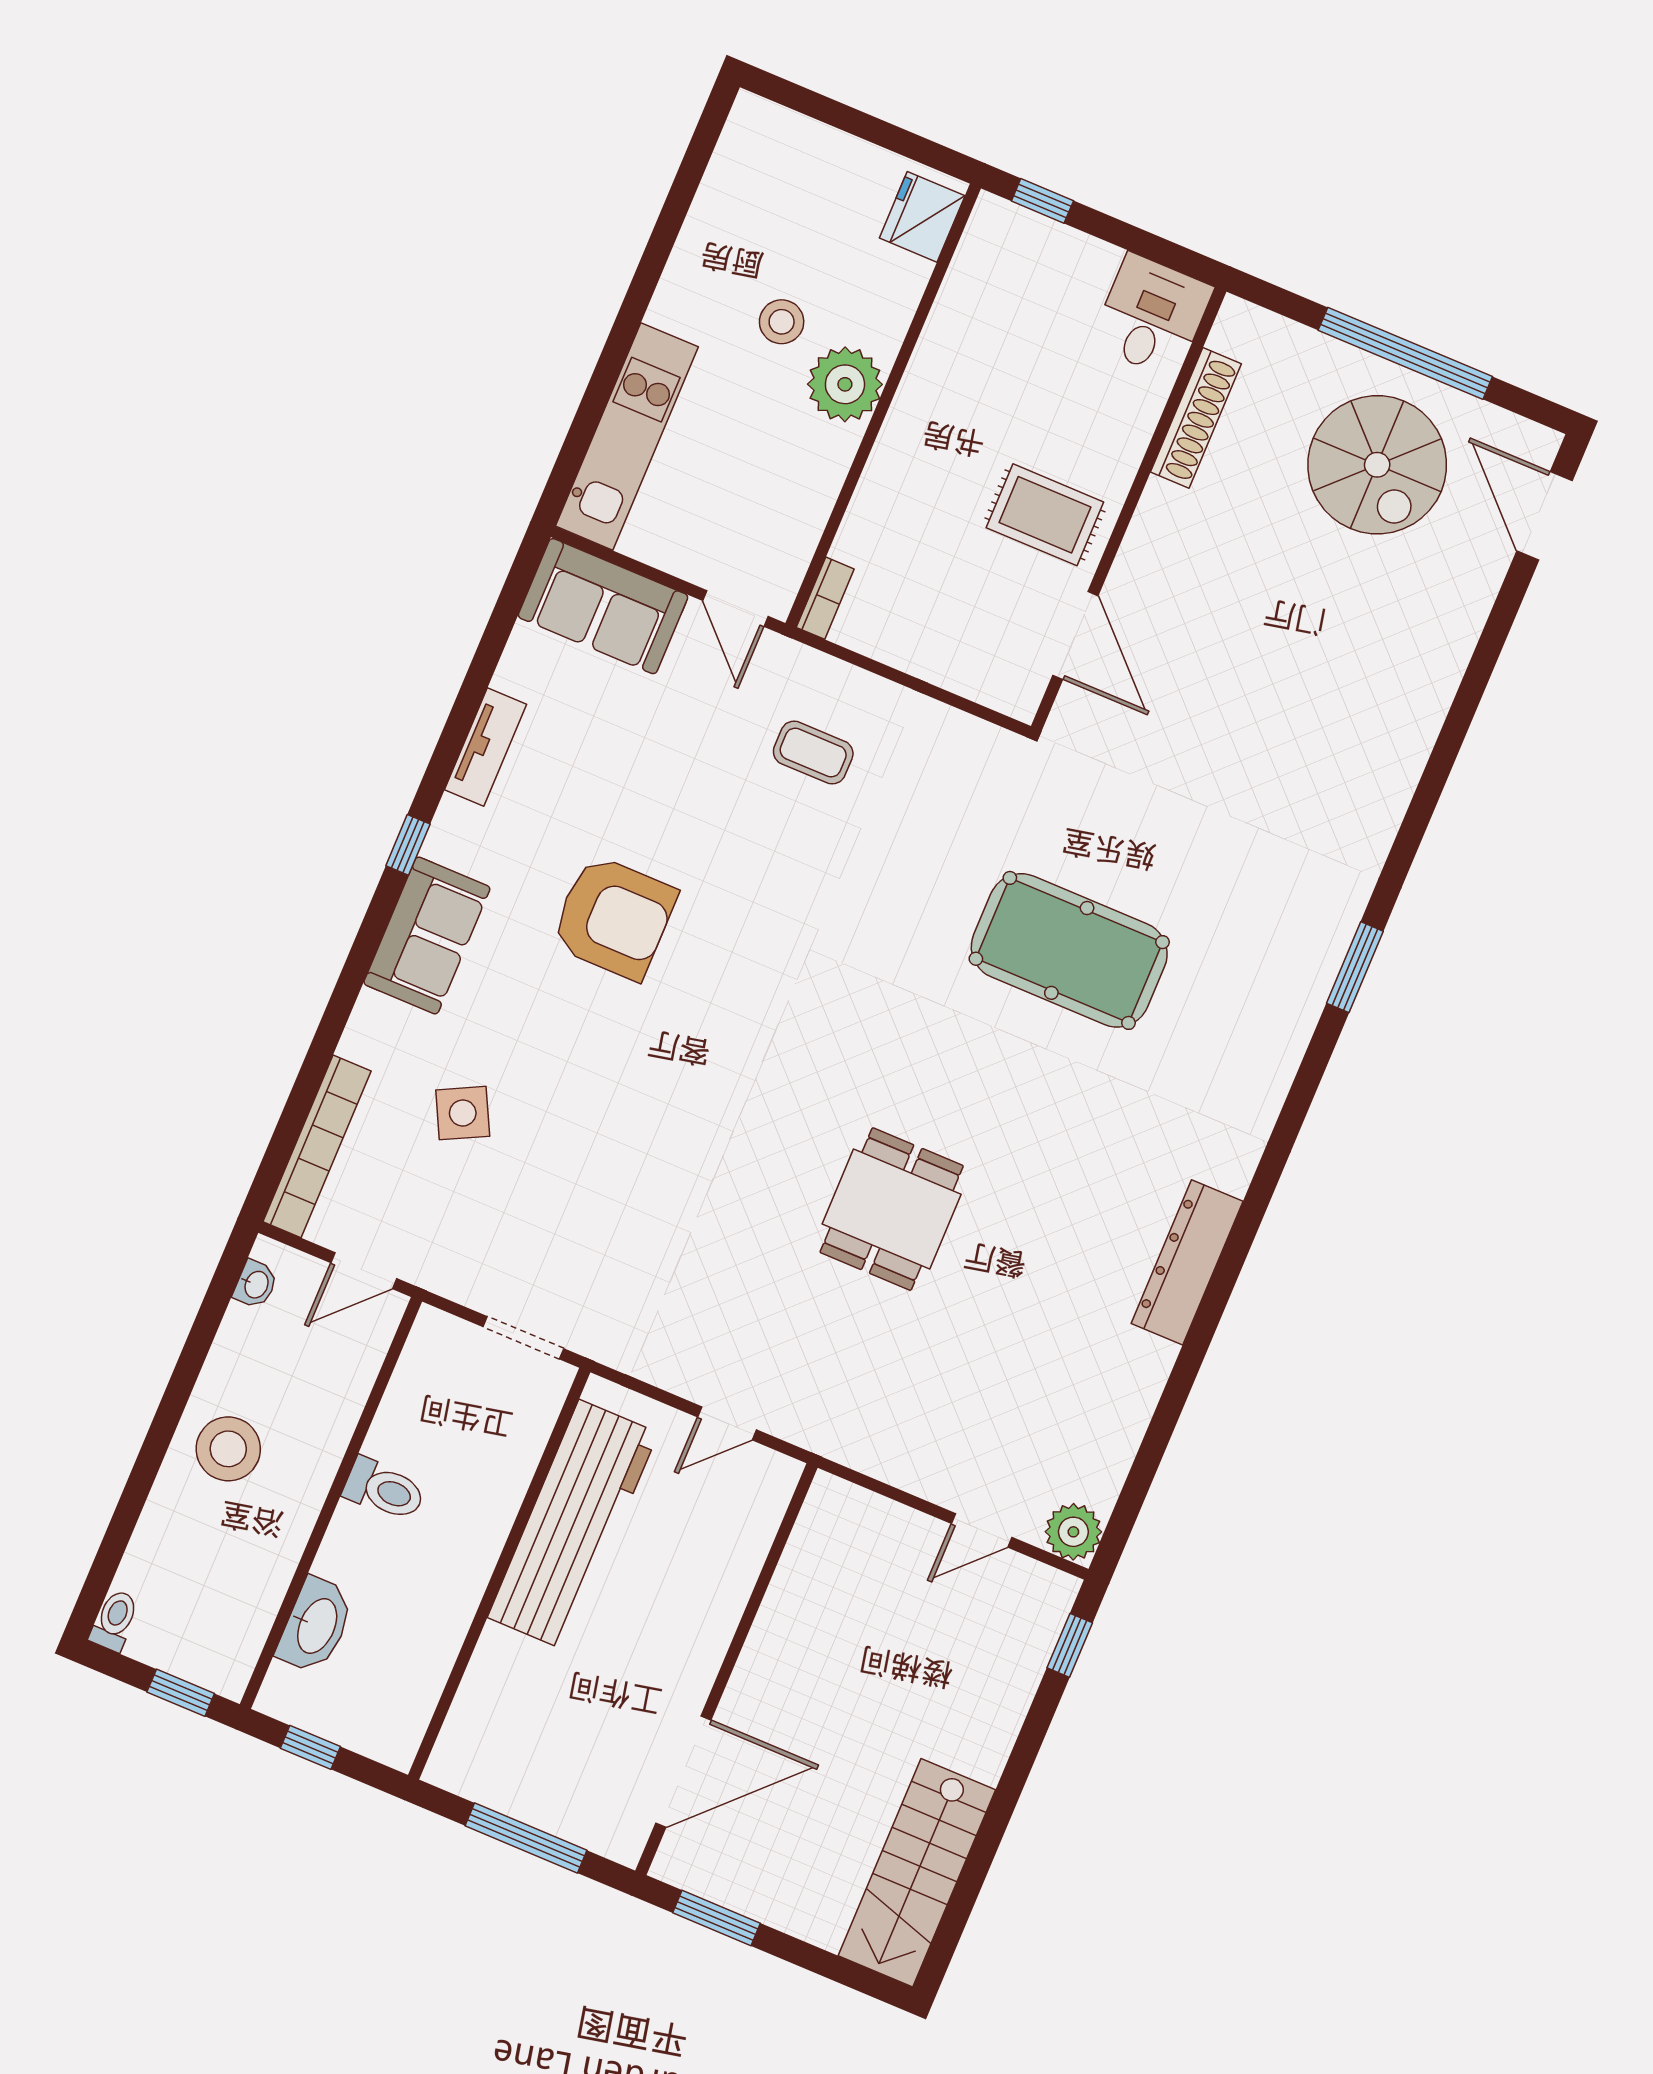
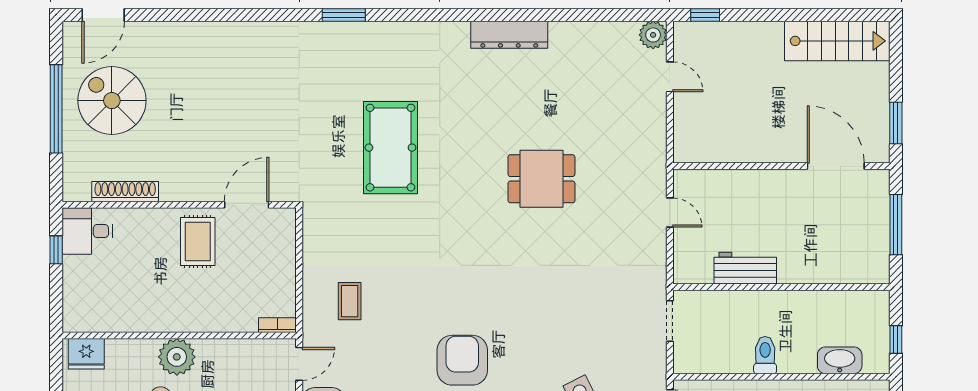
window: (1042, 201) -> (56, 250), moved
spiral stairs: (1377, 465) -> (112, 101), turned -90
workbench: (573, 1525) -> (745, 268), width x0.53, depth x0.76

